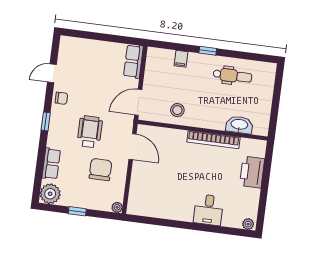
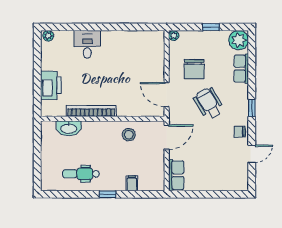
wheelchair: (90, 132) -> (209, 103), turned 150

